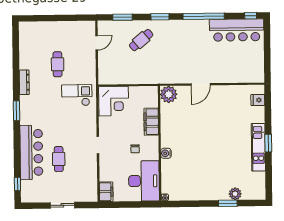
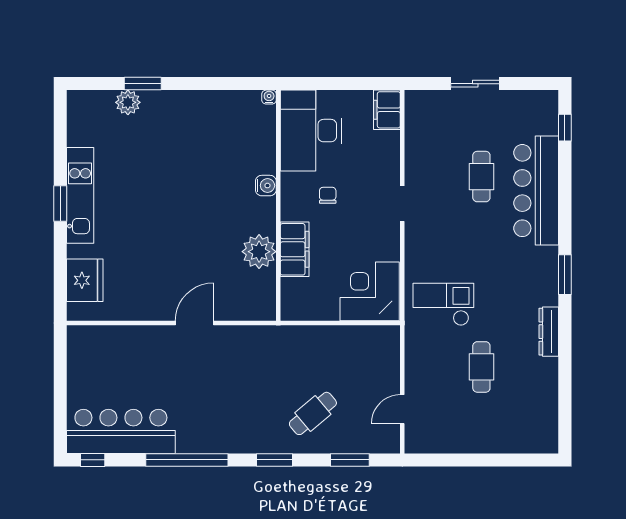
plant: (169, 94) -> (259, 252), moved
checkout: (77, 95) -> (443, 304), turned 180
fridge: (258, 100) -> (85, 280), width x1.88, depth x1.34

